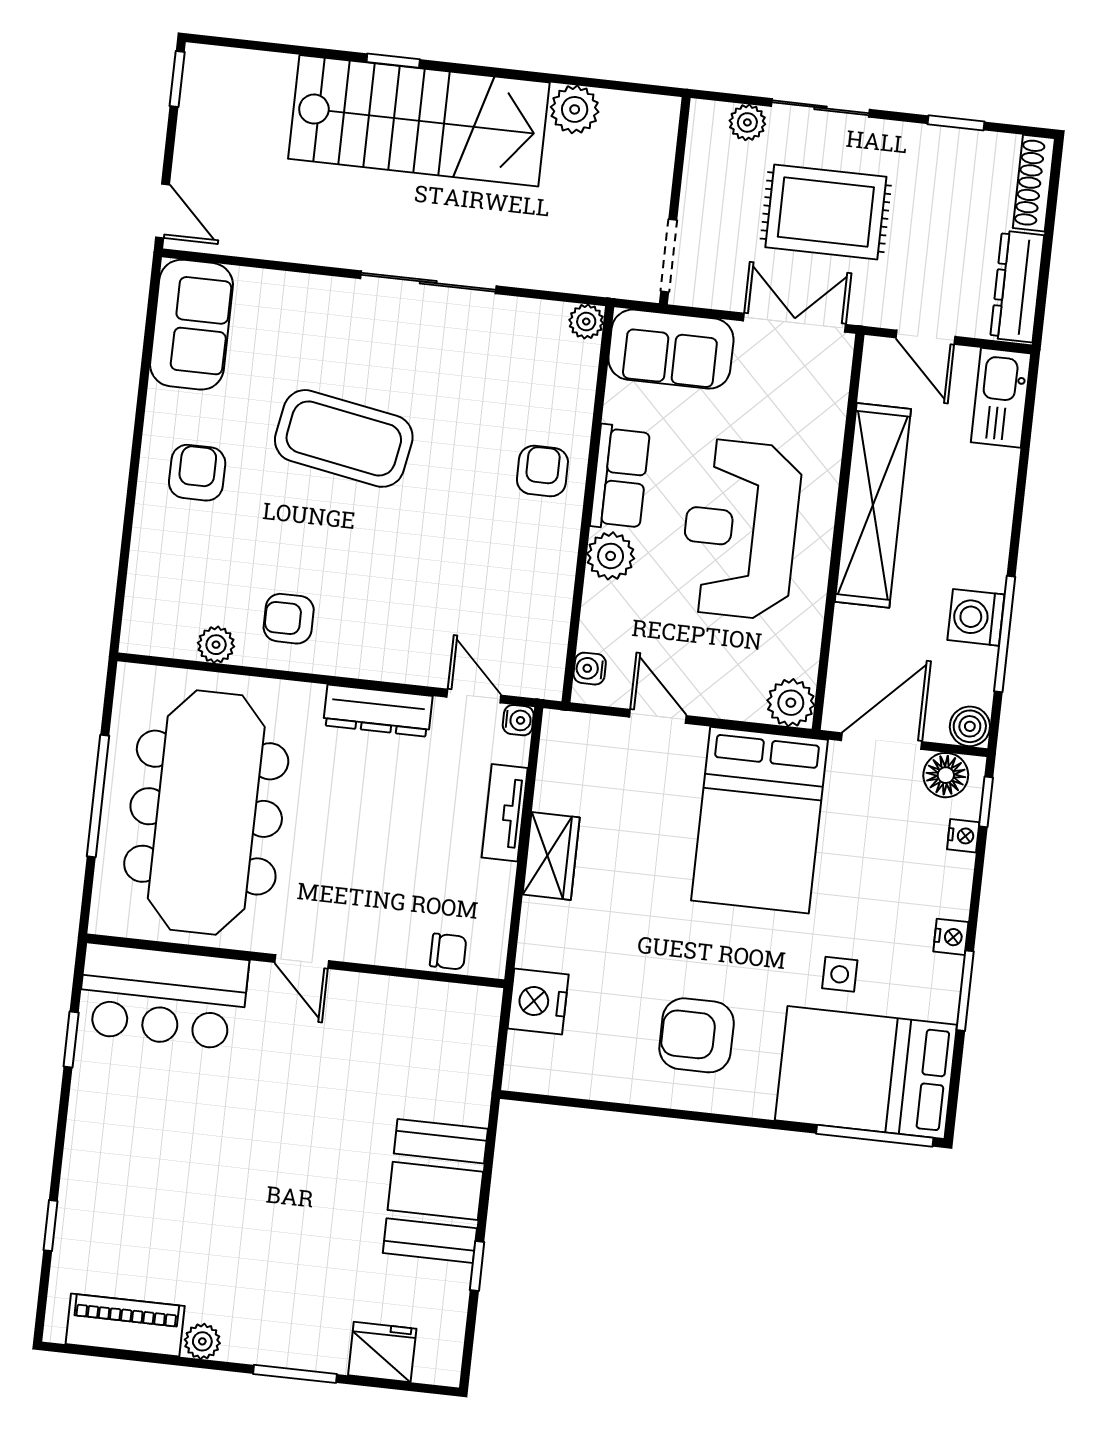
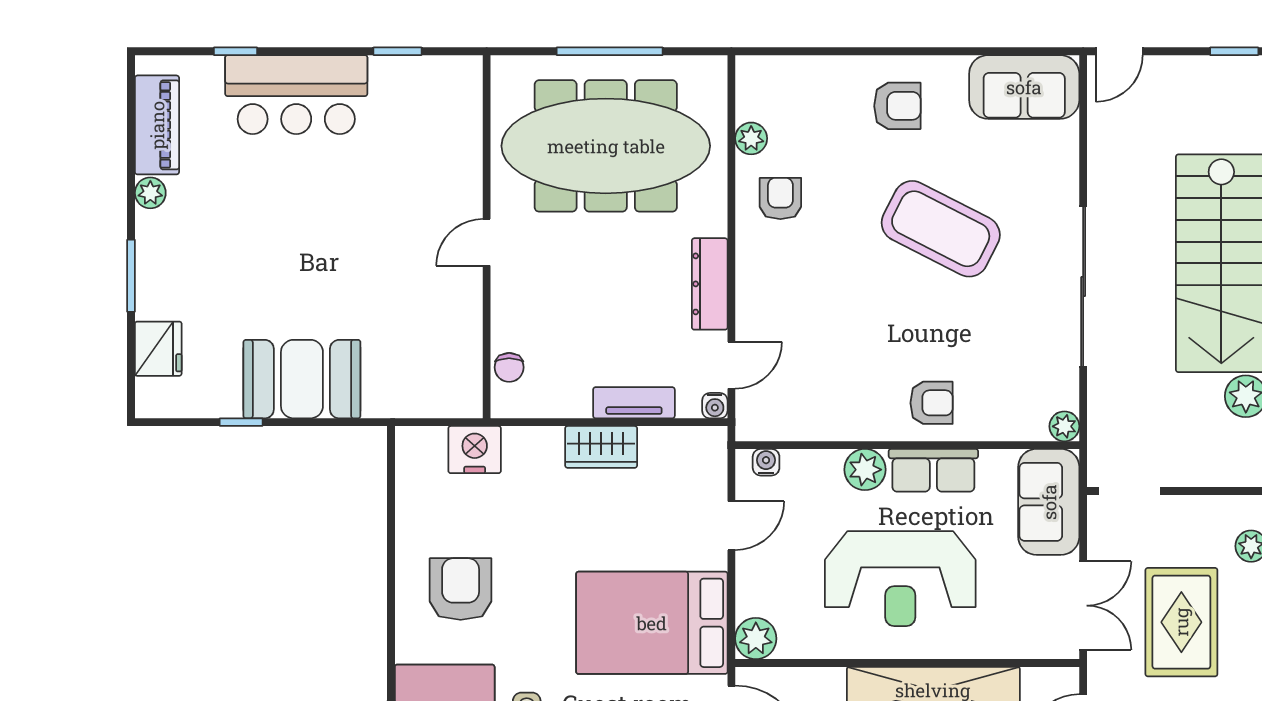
sliding door: (428, 282) -> (1083, 287), width x1.36
coffee table: (344, 438) -> (941, 229), turned -73
reception desk: (740, 529) -> (900, 579), turned 180
bar counter: (163, 996) -> (296, 95), moved, turned -90

